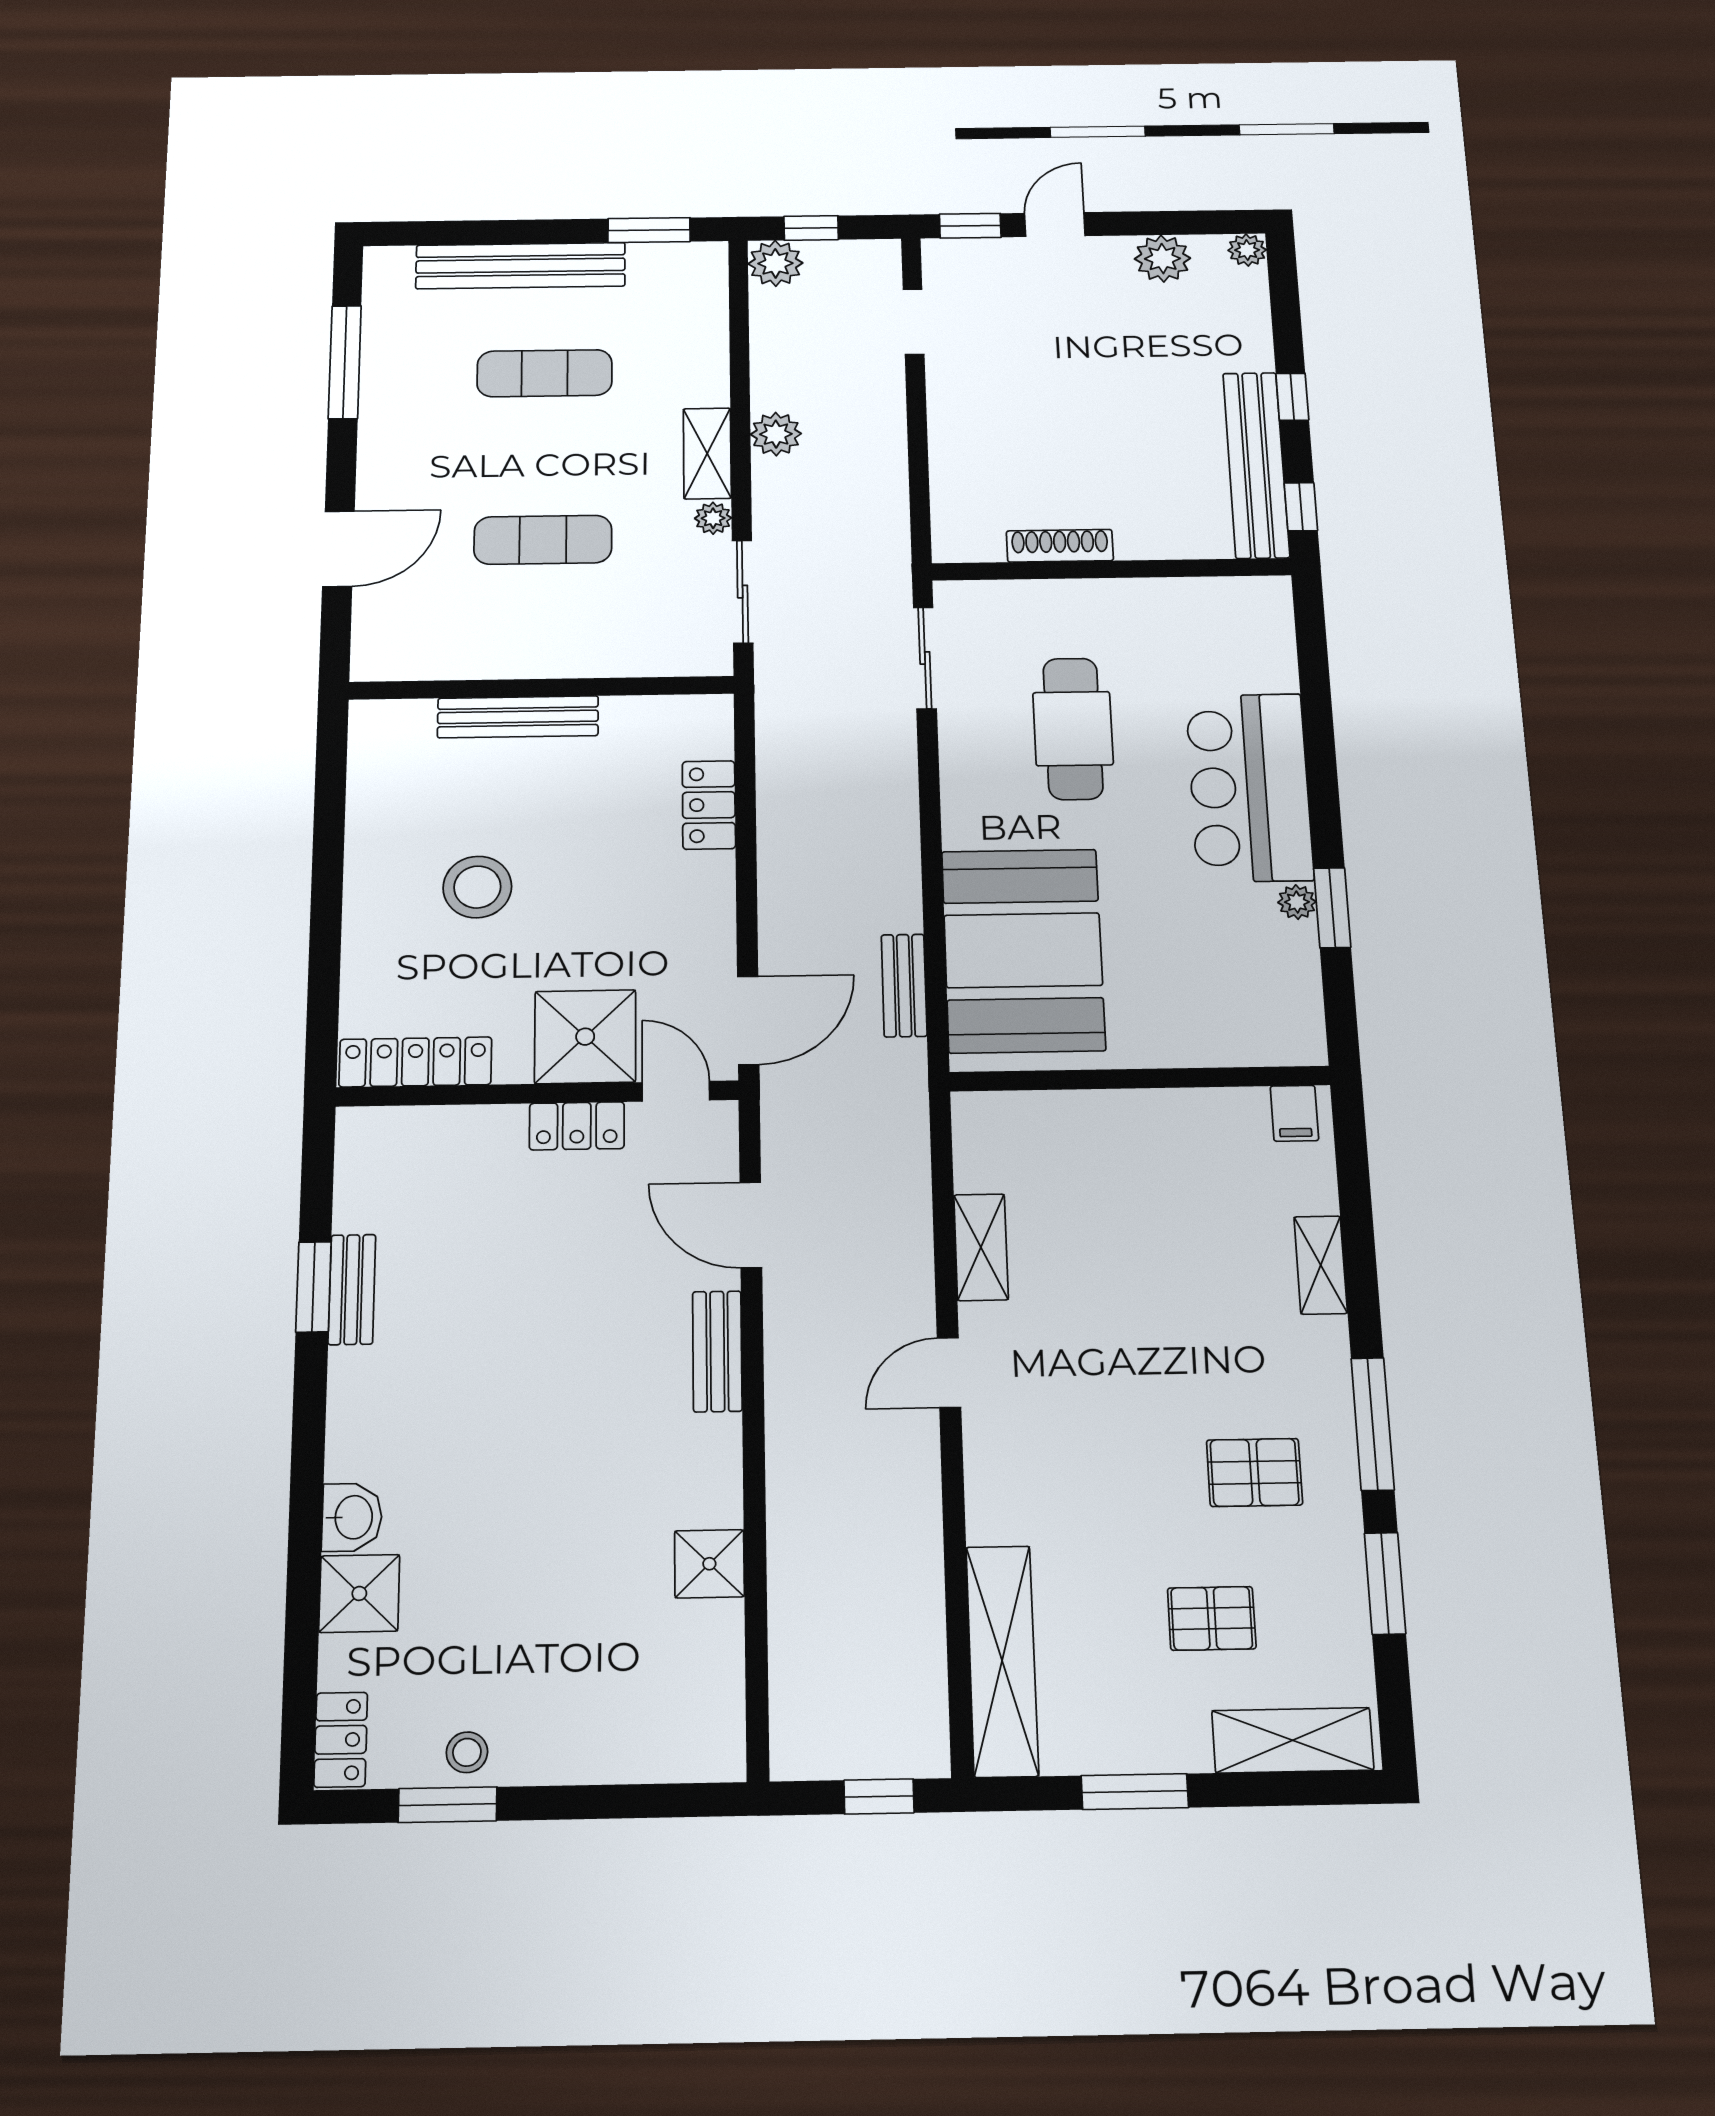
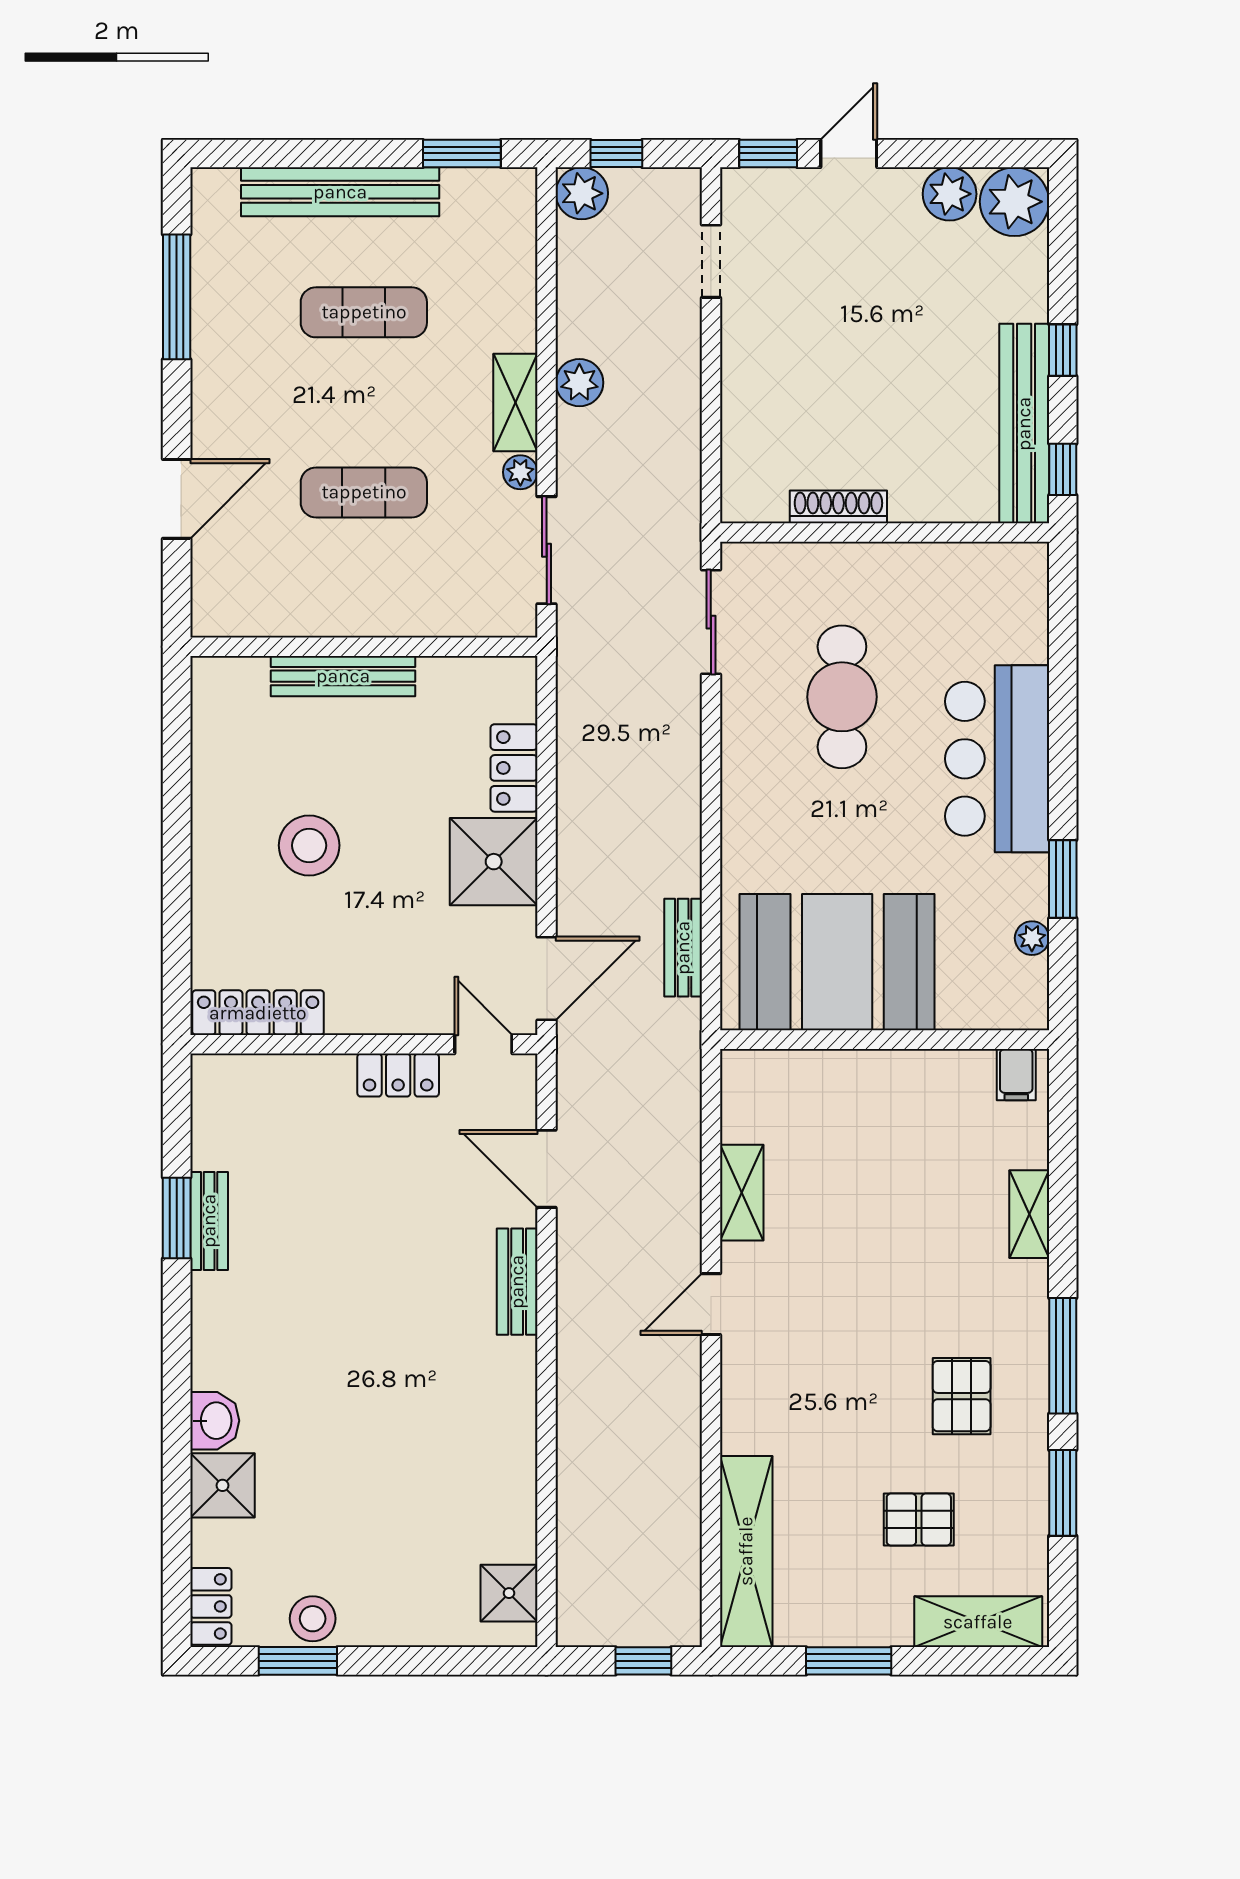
plant: (1247, 250) -> (1014, 202), width x1.87, depth x1.87
plant: (1297, 902) -> (1032, 938), moved
booth: (1023, 950) -> (837, 962), moved, turned 90
shower: (585, 1037) -> (494, 862), moved
pallet: (1254, 1472) -> (962, 1396), turned 90
shower: (709, 1564) -> (509, 1593), moved
stool: (467, 1752) -> (313, 1619), width x1.37, depth x1.37

